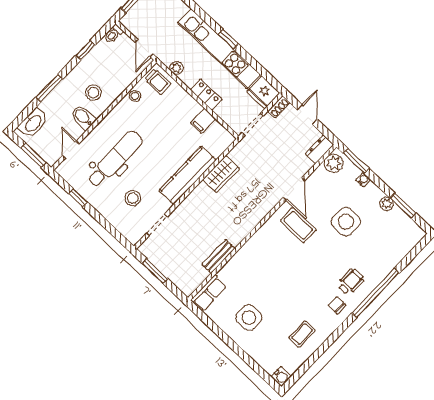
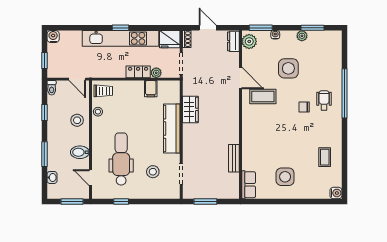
plant: (177, 68) -> (156, 73), moved
stool: (93, 93) -> (77, 120), moved
washbasin: (33, 123) -> (52, 177), width x0.52, depth x0.69
chair: (337, 305) -> (304, 107), moved

